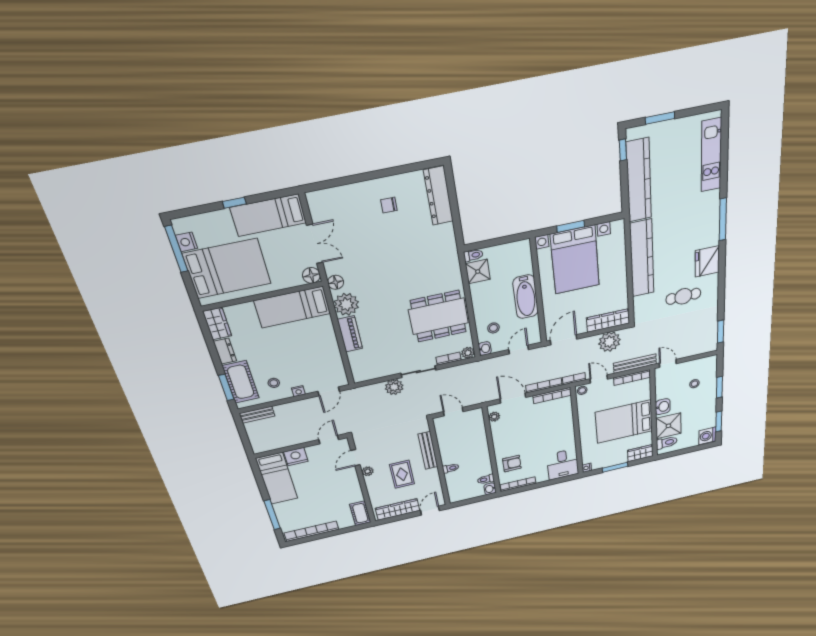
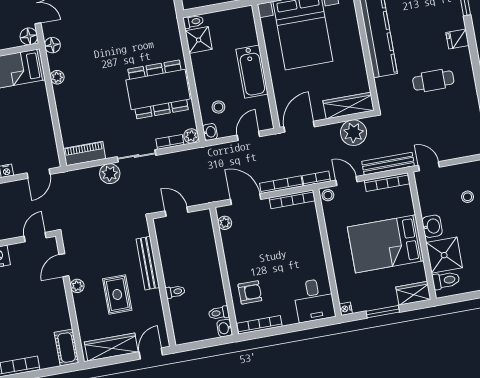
fridge: (707, 261) -> (457, 39), width x0.53, depth x0.75
plant: (346, 304) -> (57, 77), width x0.53, depth x0.53
piano: (350, 334) -> (84, 154), moved, turned -90

